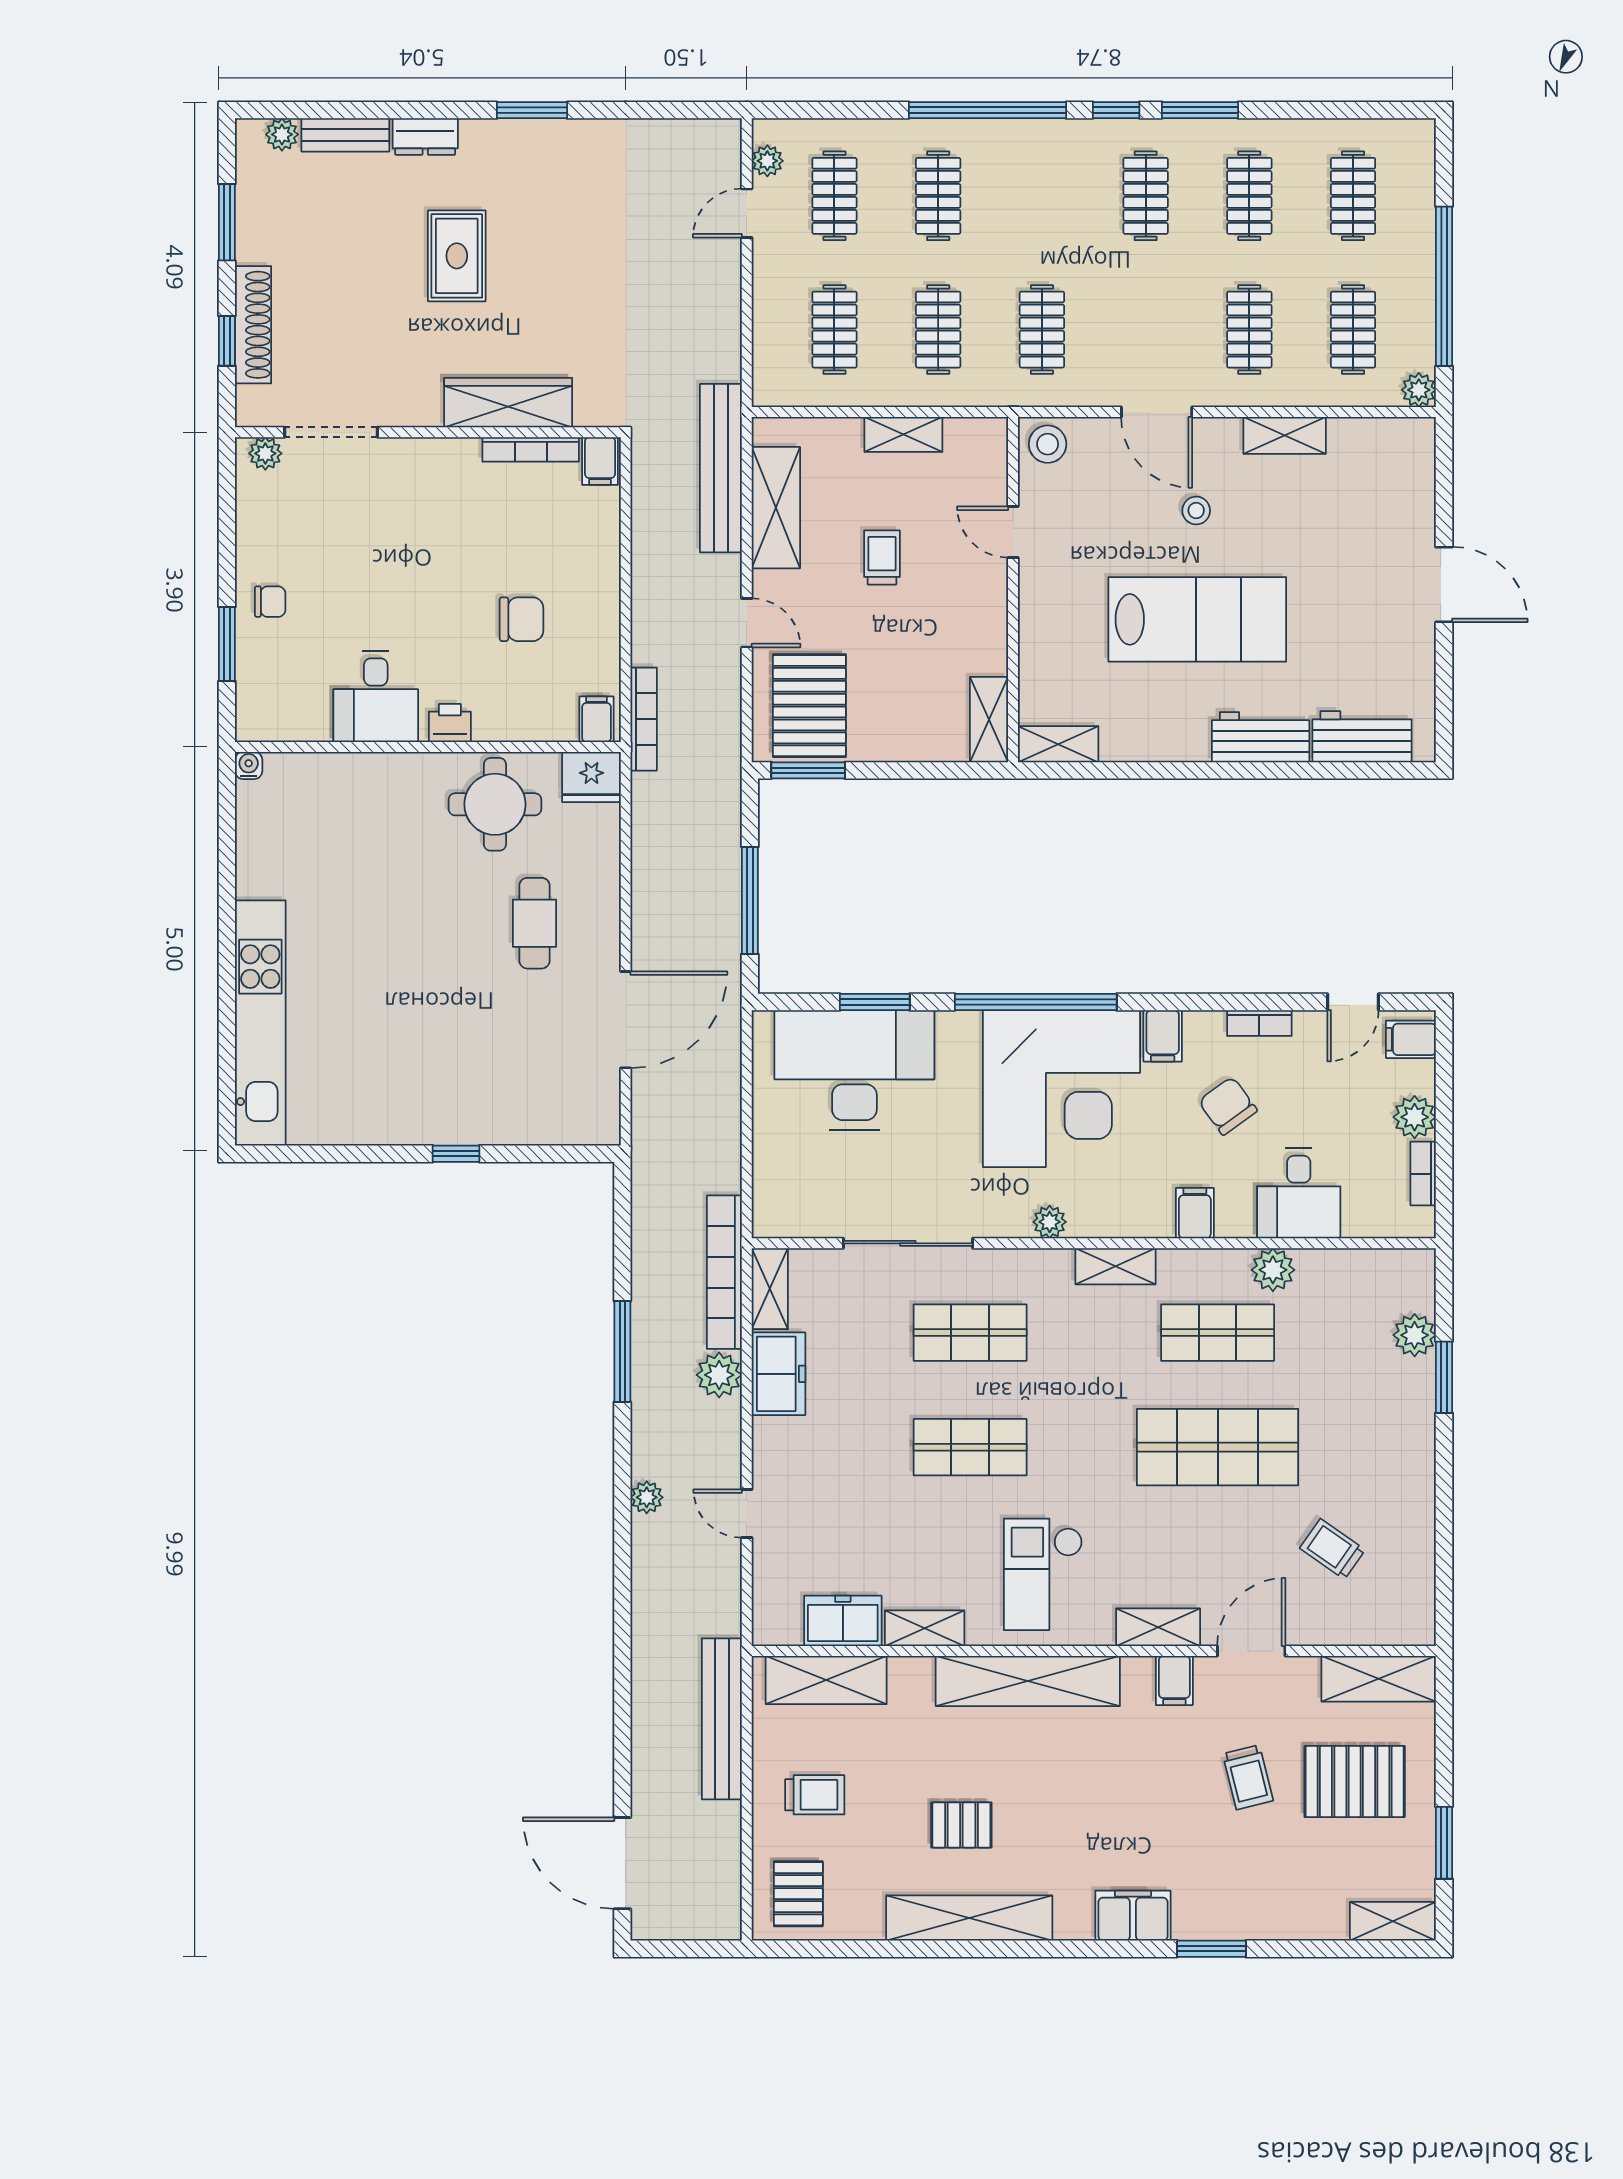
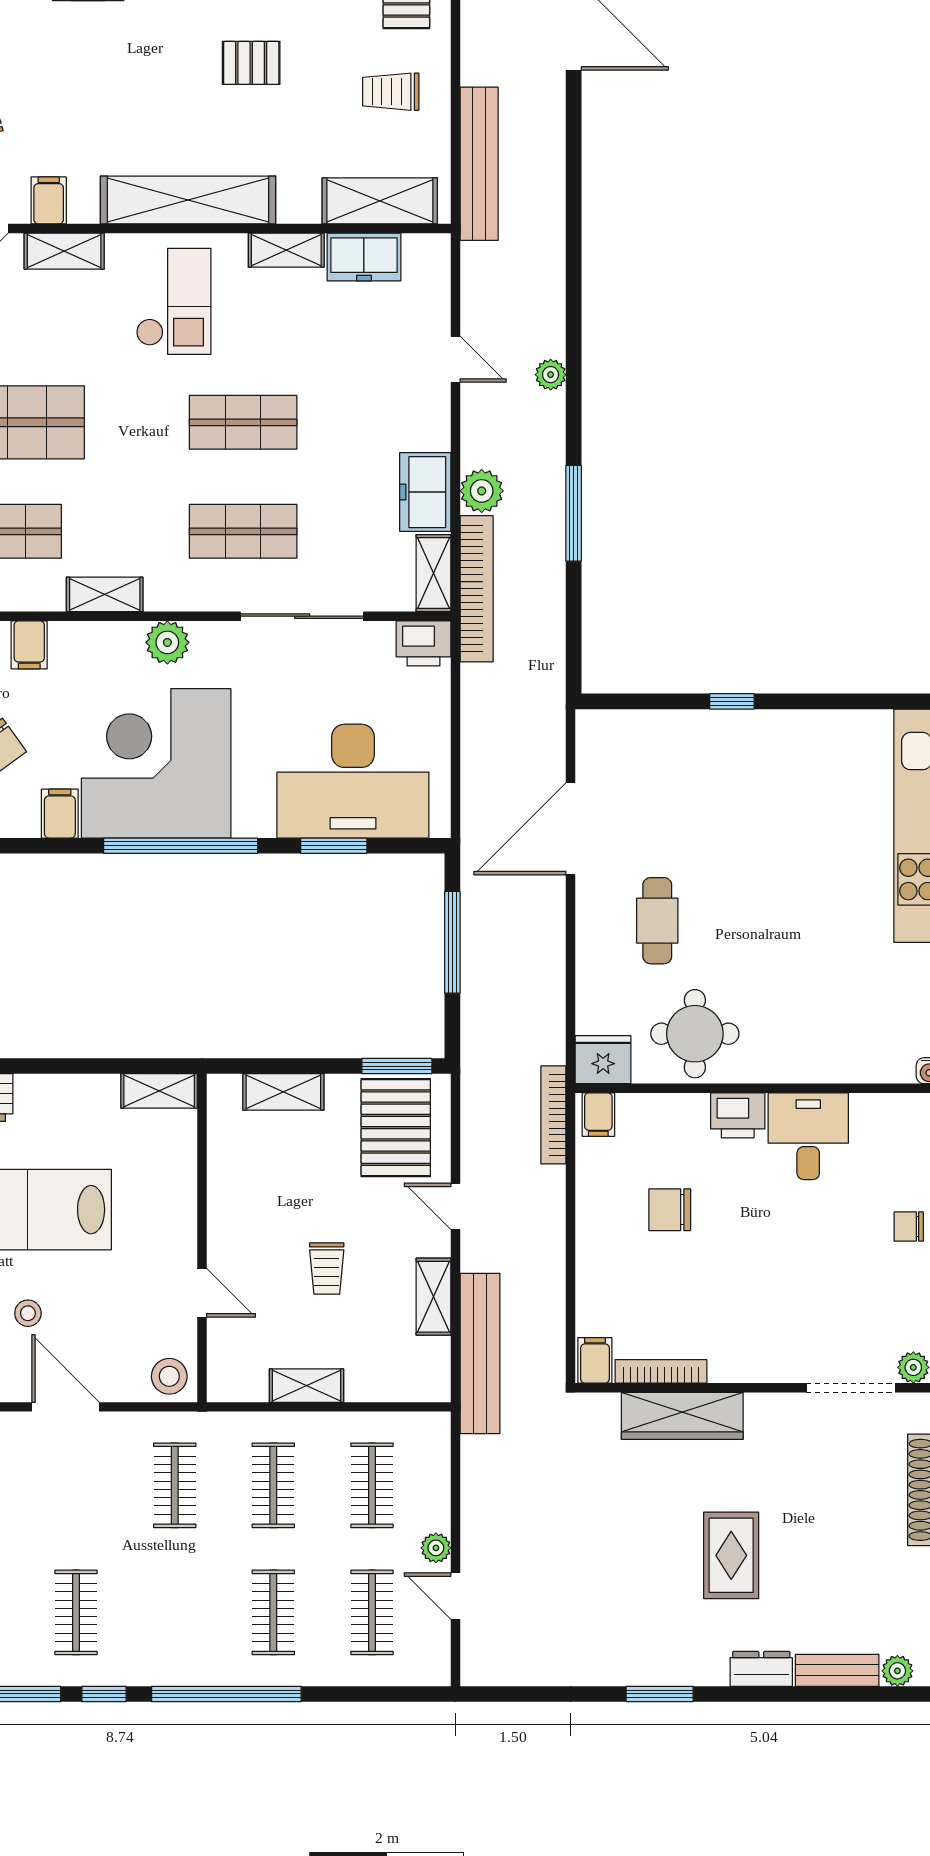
plant: (767, 161) -> (436, 1548), moved
door: (747, 213) -> (455, 1596), swing flipped
shelving: (776, 508) -> (434, 1297), width x0.67, depth x0.75
shelving: (989, 720) -> (283, 1092), moved, turned 90
printer: (450, 723) -> (738, 1115), width x1.36, depth x1.24
printer: (780, 1215) -> (424, 643), added
plant: (1050, 1222) -> (167, 642), width x1.38, depth x1.38

